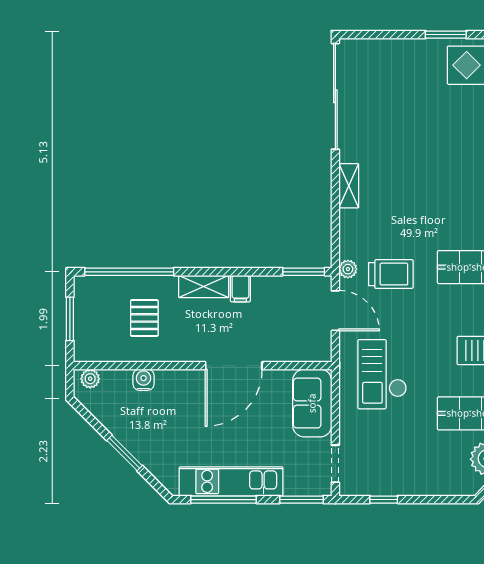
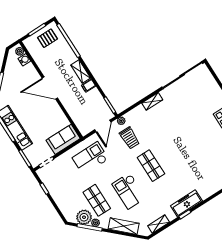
pallet: (144, 318) -> (48, 38), moved
door: (234, 366) -> (50, 88), moved
water cooler: (144, 380) -> (24, 60), moved

